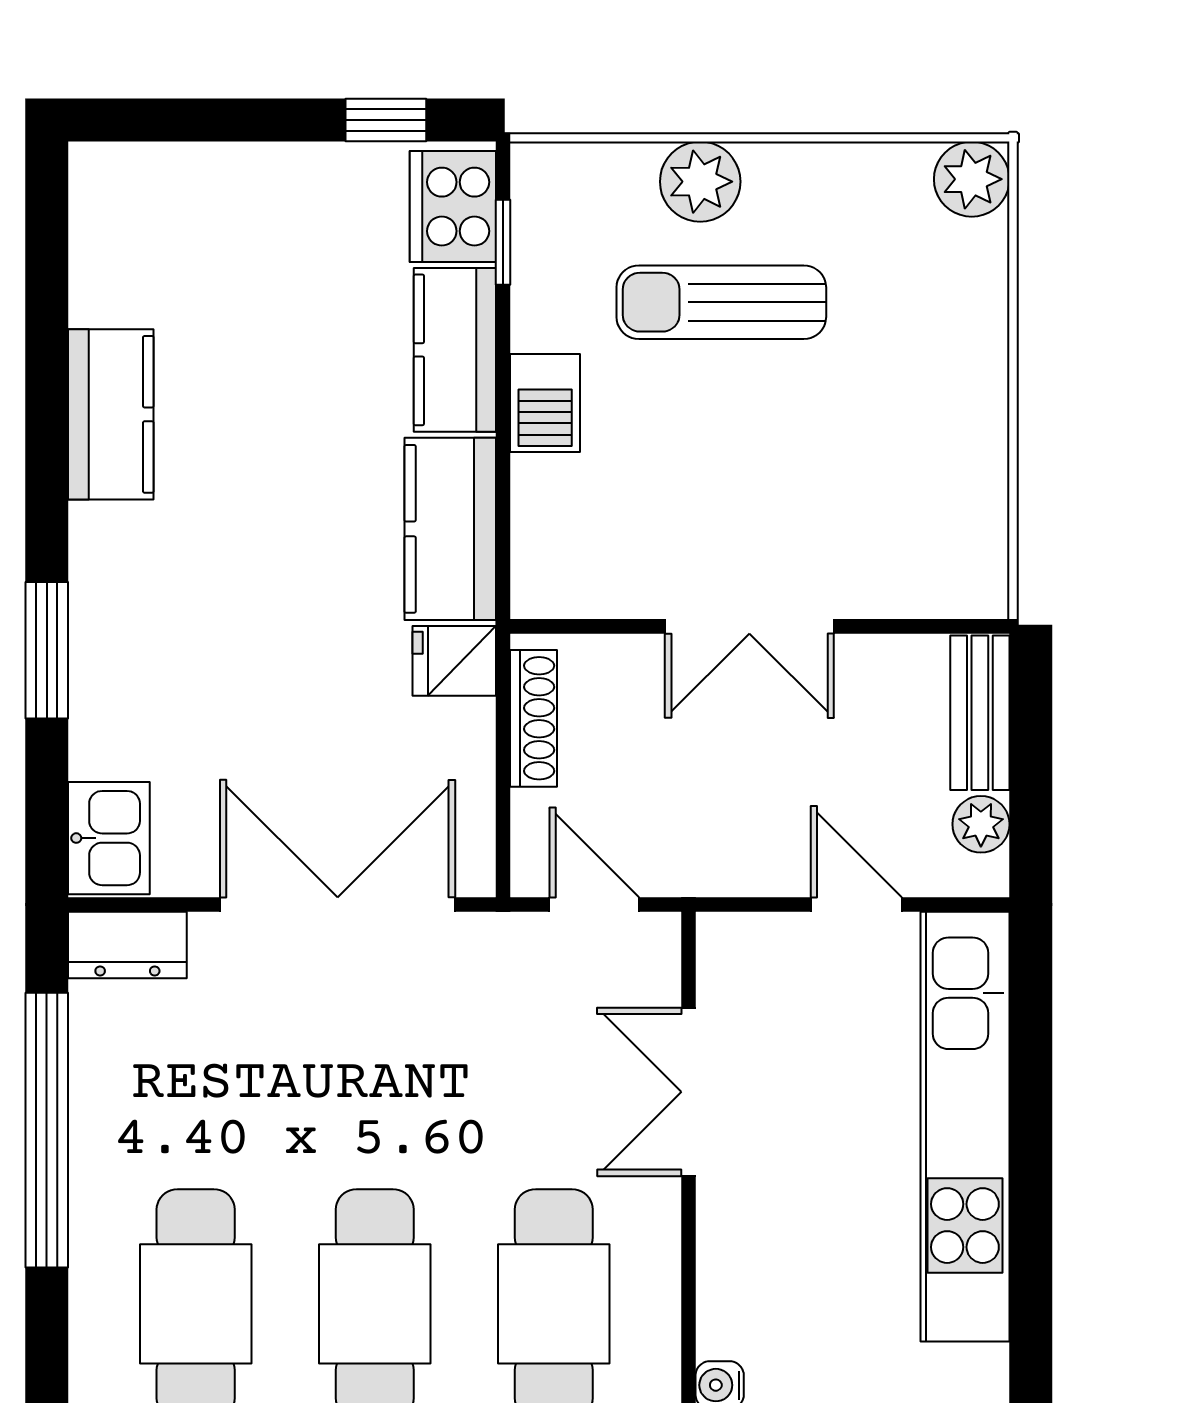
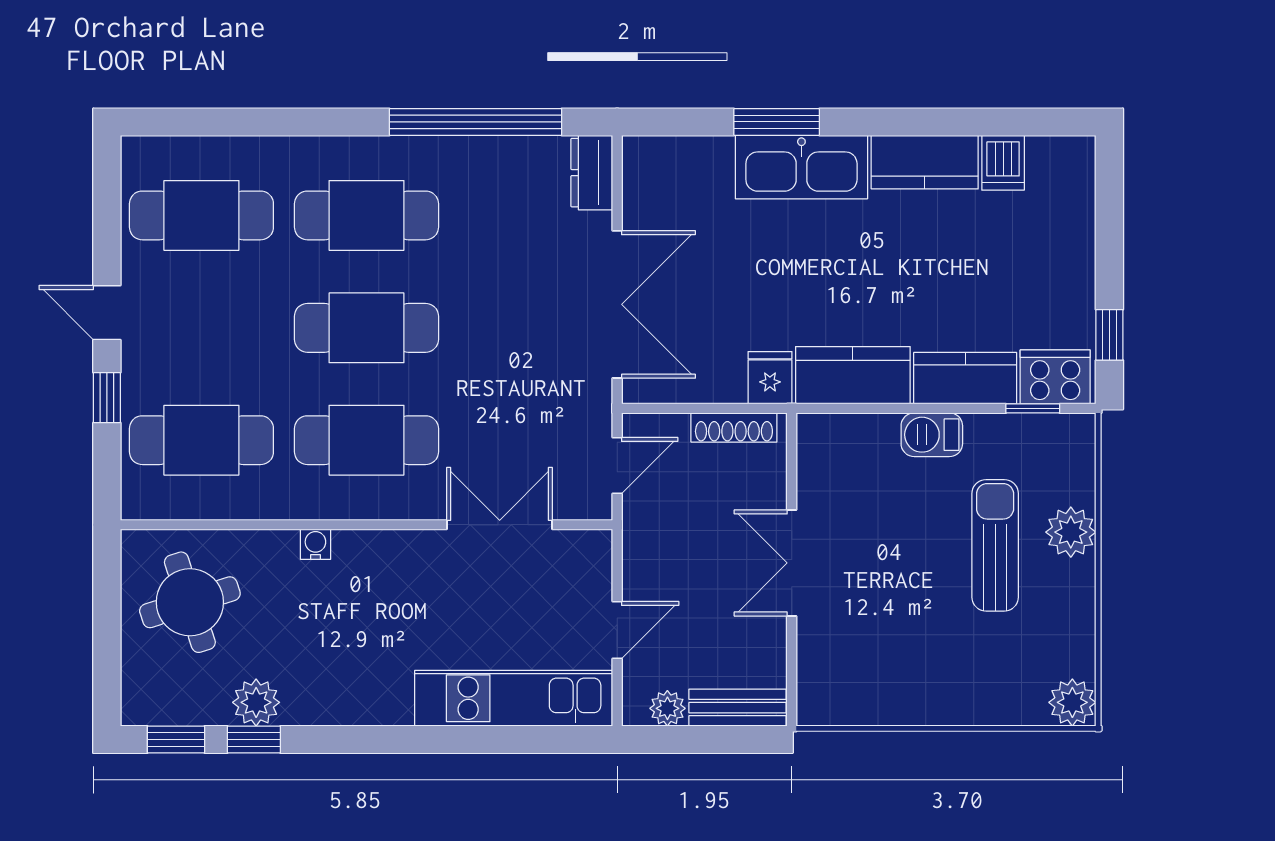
dishwasher: (112, 289) -> (1003, 163), added
kitchen sink: (109, 838) -> (801, 167), moved, width x1.88, depth x1.24
kitchen unit: (965, 1127) -> (514, 698), width x0.73

